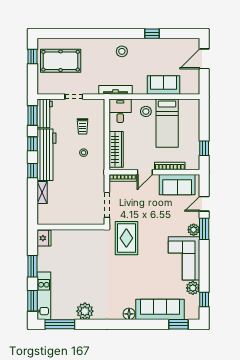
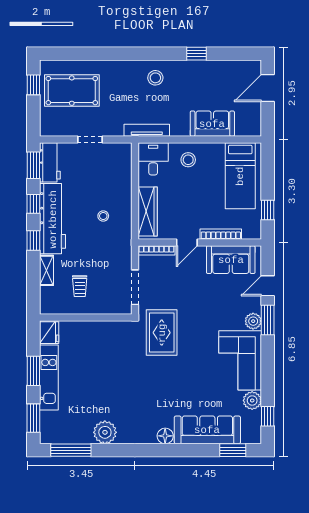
bed: (167, 123) -> (240, 176), moved
trolley: (83, 126) -> (80, 286), moved
kitchen unit: (44, 296) -> (49, 377), moved

